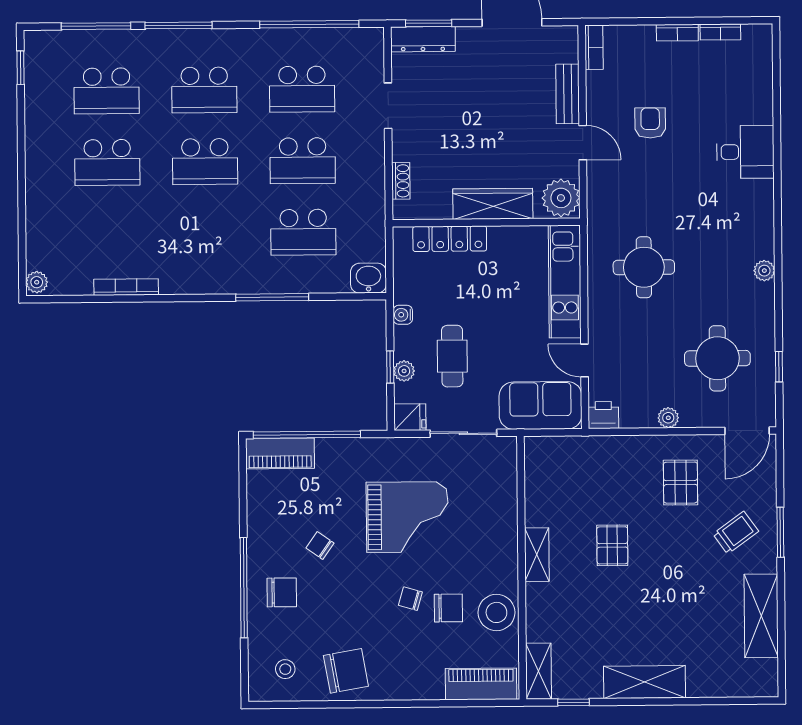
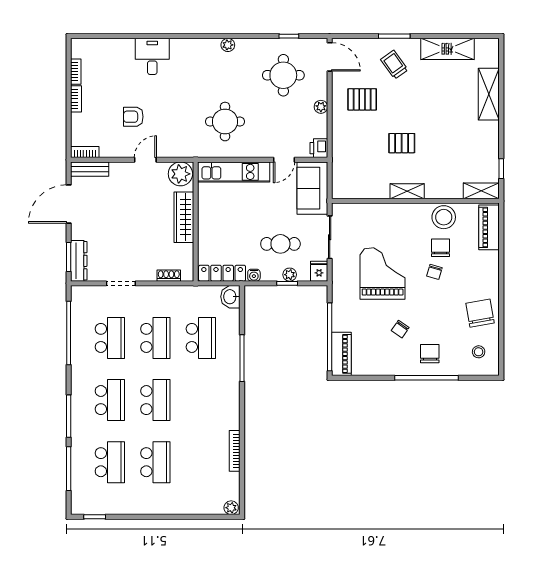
bench: (568, 94) -> (90, 169), moved
locker: (450, 239) -> (222, 273), moved, turned -90
shelving: (644, 682) -> (489, 94), moved

